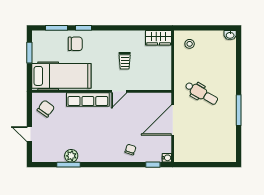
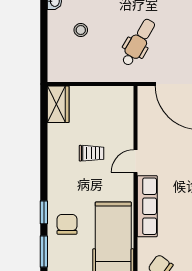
stool: (190, 44) -> (81, 30), moved
door: (119, 91) -> (135, 161), swing flipped

